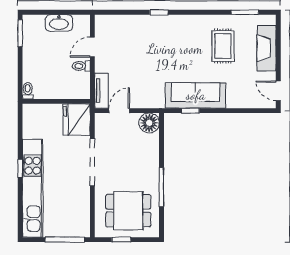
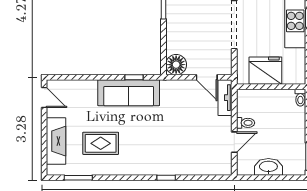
rug: (223, 46) -> (101, 143), turned 90
door: (119, 111) -> (207, 77), hinge flipped
fridge: (77, 120) -> (265, 71), moved, turned -90

